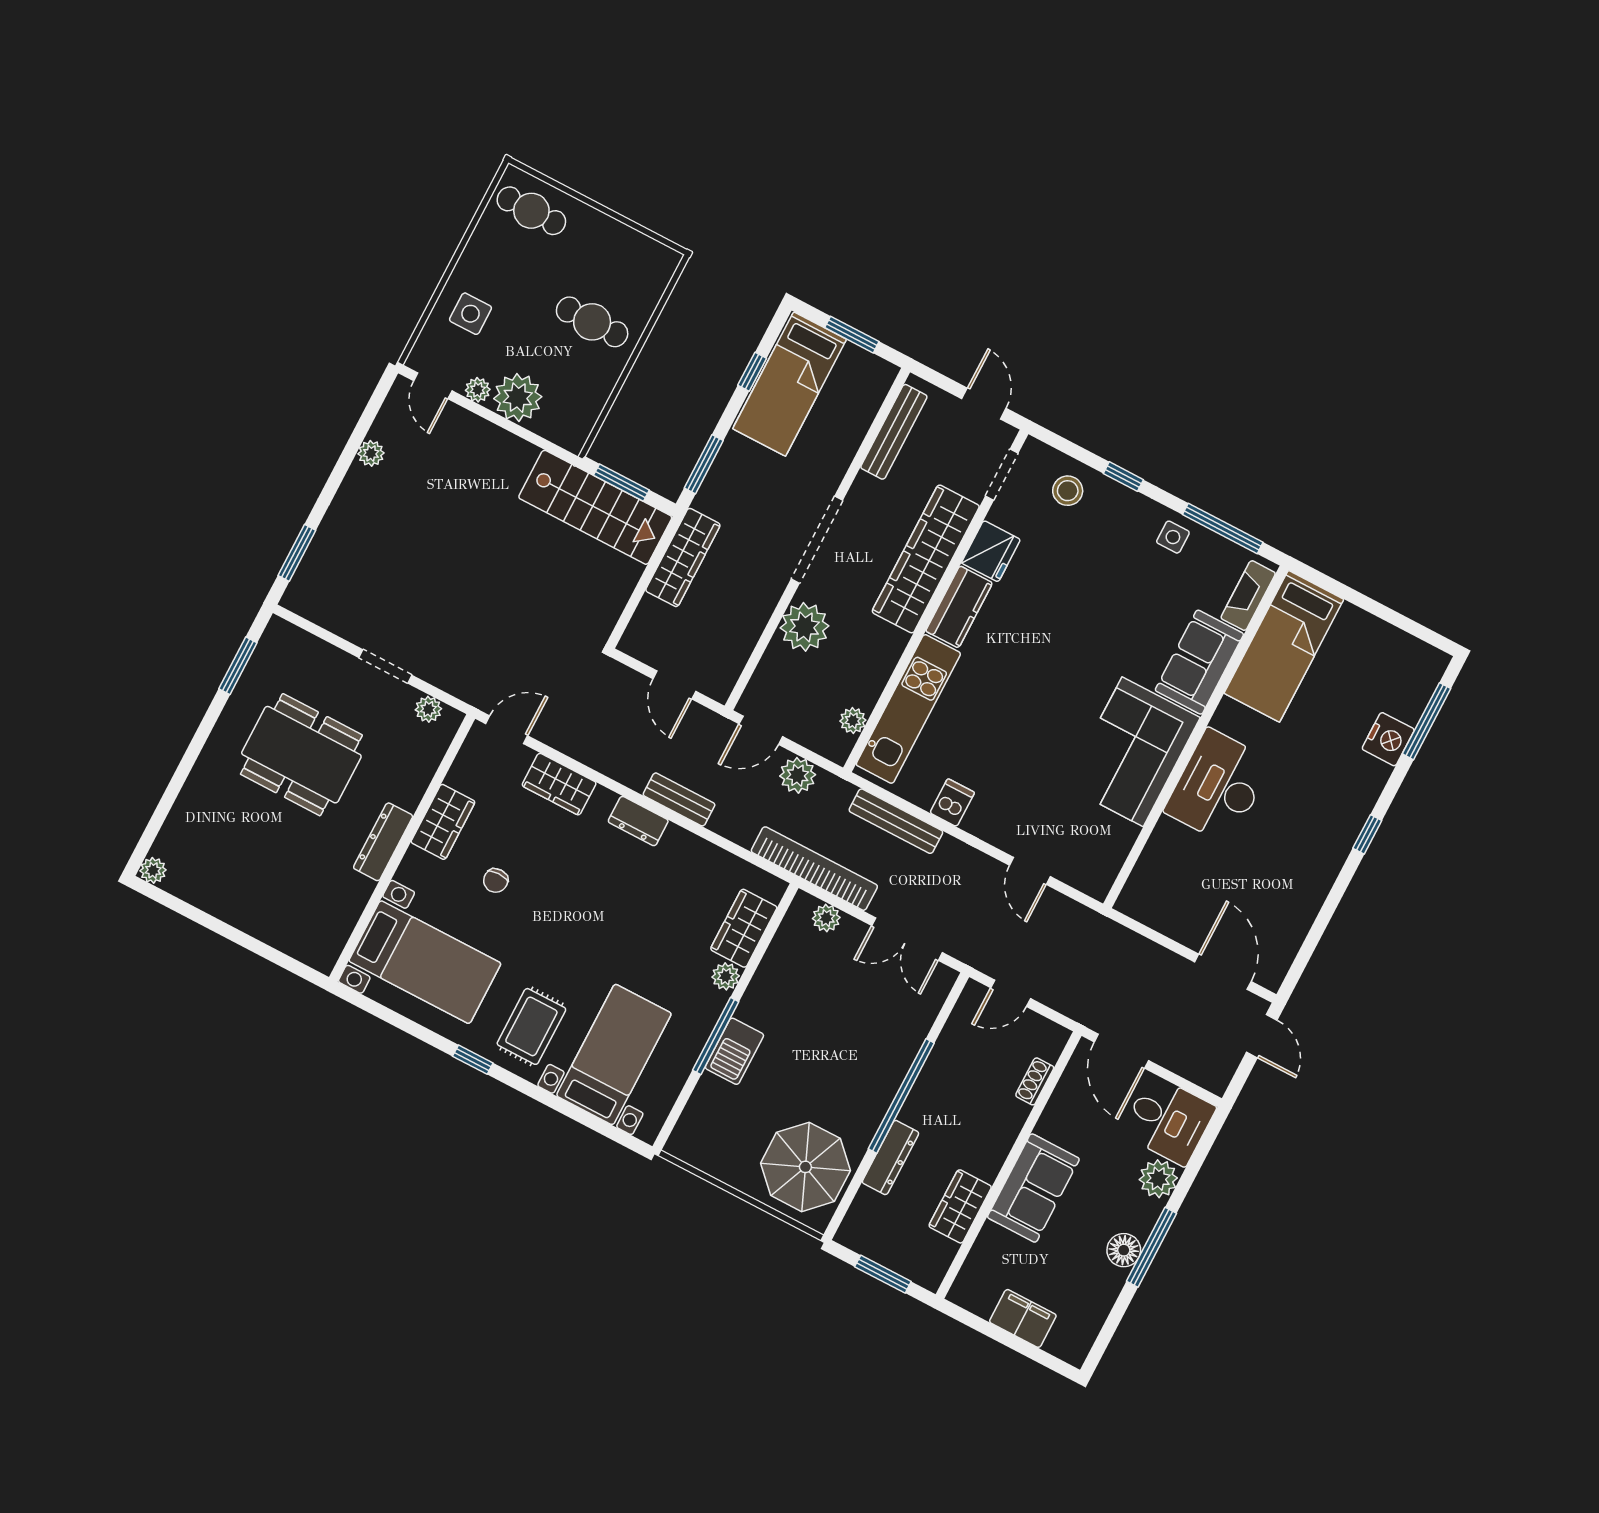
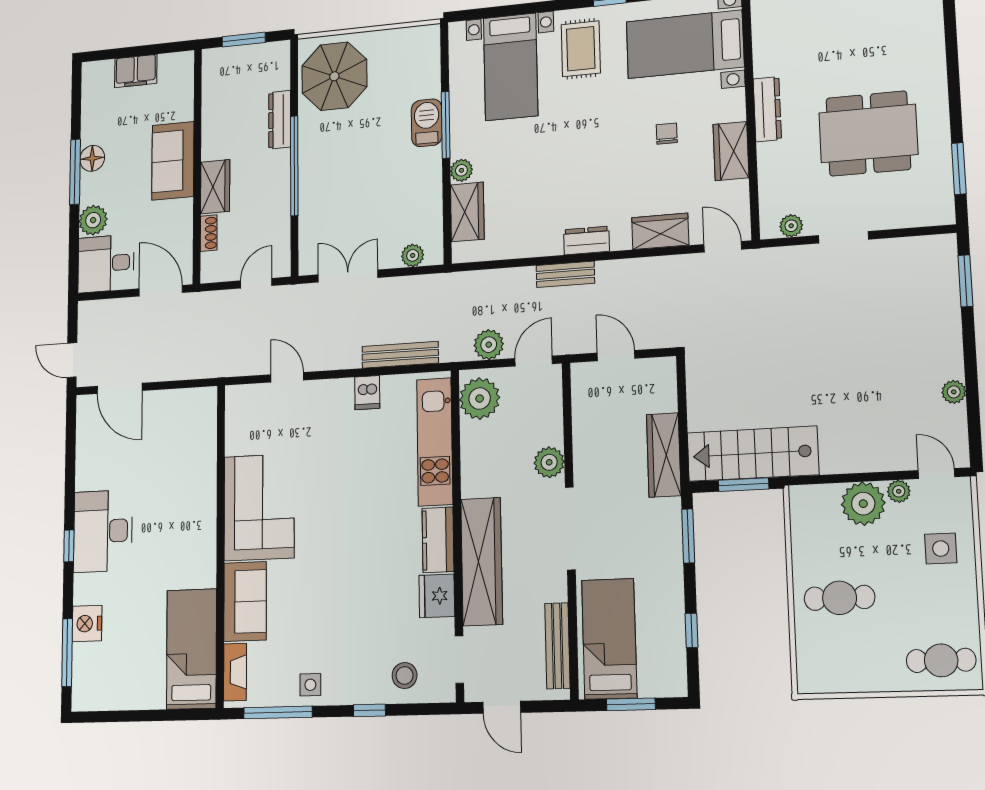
bed: (790, 384) -> (609, 639), moved
plant: (805, 627) -> (549, 462), width x0.73, depth x0.73
plant: (853, 721) -> (480, 399), width x1.88, depth x1.88
door: (507, 730) -> (723, 247), swing flipped
desk: (1218, 786) -> (103, 531), moved, turned 180
bookcase: (814, 869) -> (440, 285), removed
wardrobe: (960, 1206) -> (215, 187), moved

